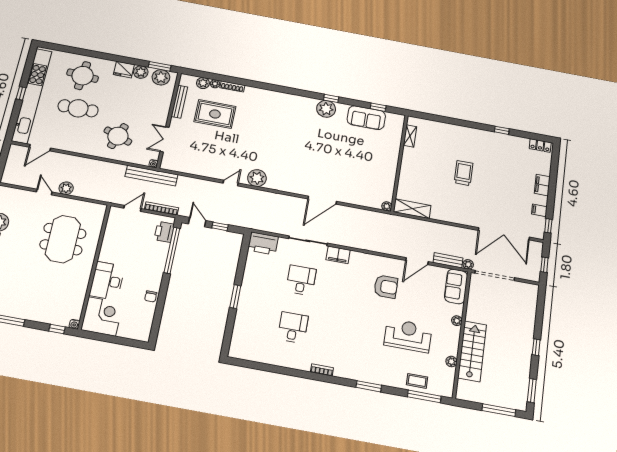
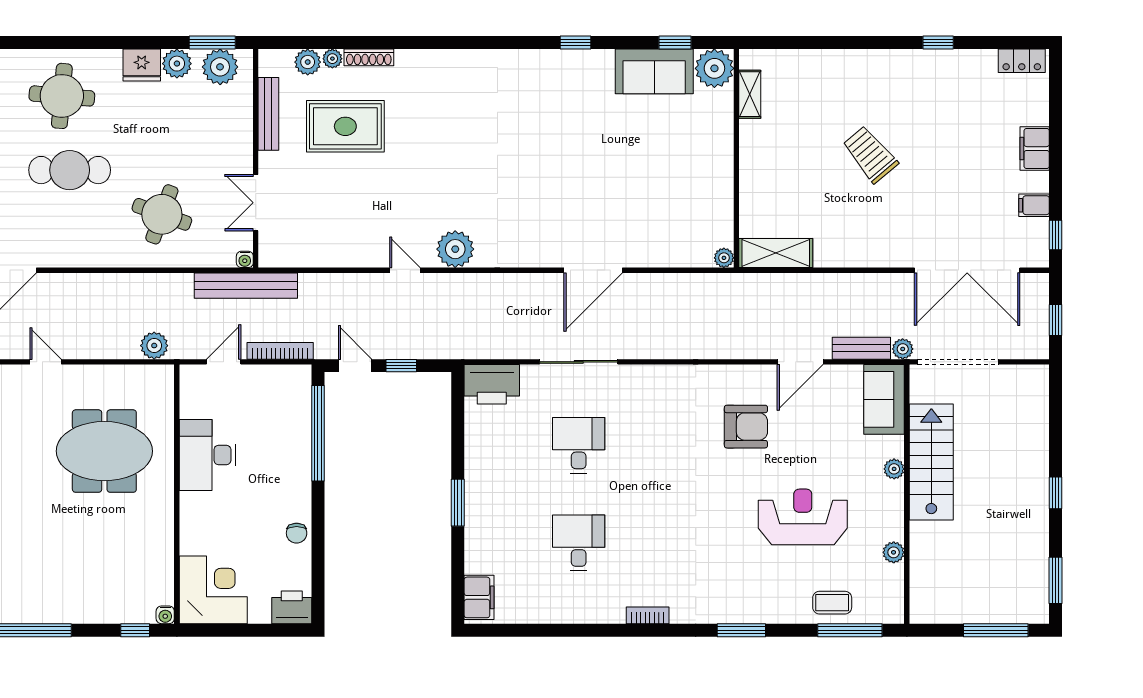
plant: (326, 109) -> (714, 68), moved
trolley: (464, 173) -> (870, 154), turned -40
door: (231, 183) -> (405, 270), hinge flipped
plant: (66, 188) -> (154, 346), moved
printer: (164, 232) -> (292, 607), moved, turned 90
meeting table: (63, 239) -> (104, 451), turned 90
filing cabinet: (338, 255) -> (479, 597), moved, turned -90
desk: (107, 281) -> (207, 455), moved
stairs: (472, 351) -> (931, 462), moved

